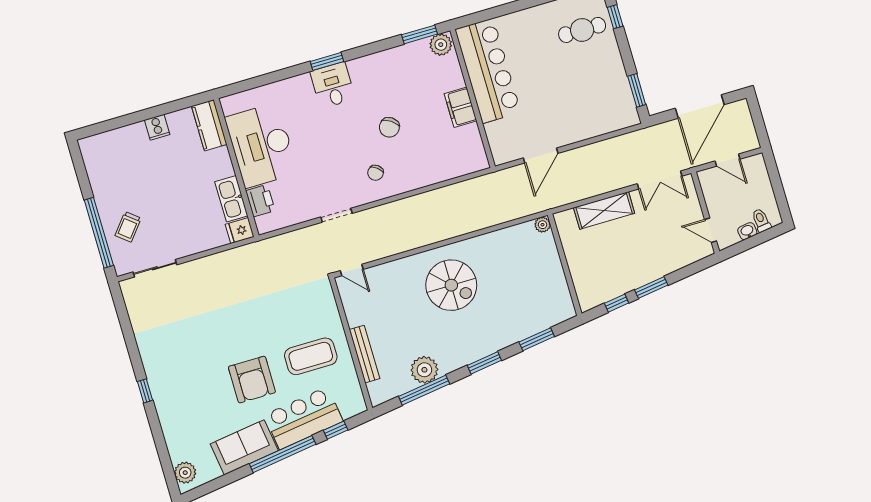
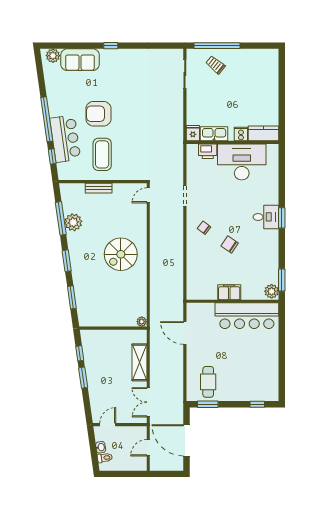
cafe table: (582, 30) -> (208, 382), moved
cooker: (157, 127) -> (241, 134), moved, turned 90
bench: (364, 354) -> (99, 188), width x0.73
sofa: (244, 447) -> (80, 60), moved, turned 98

